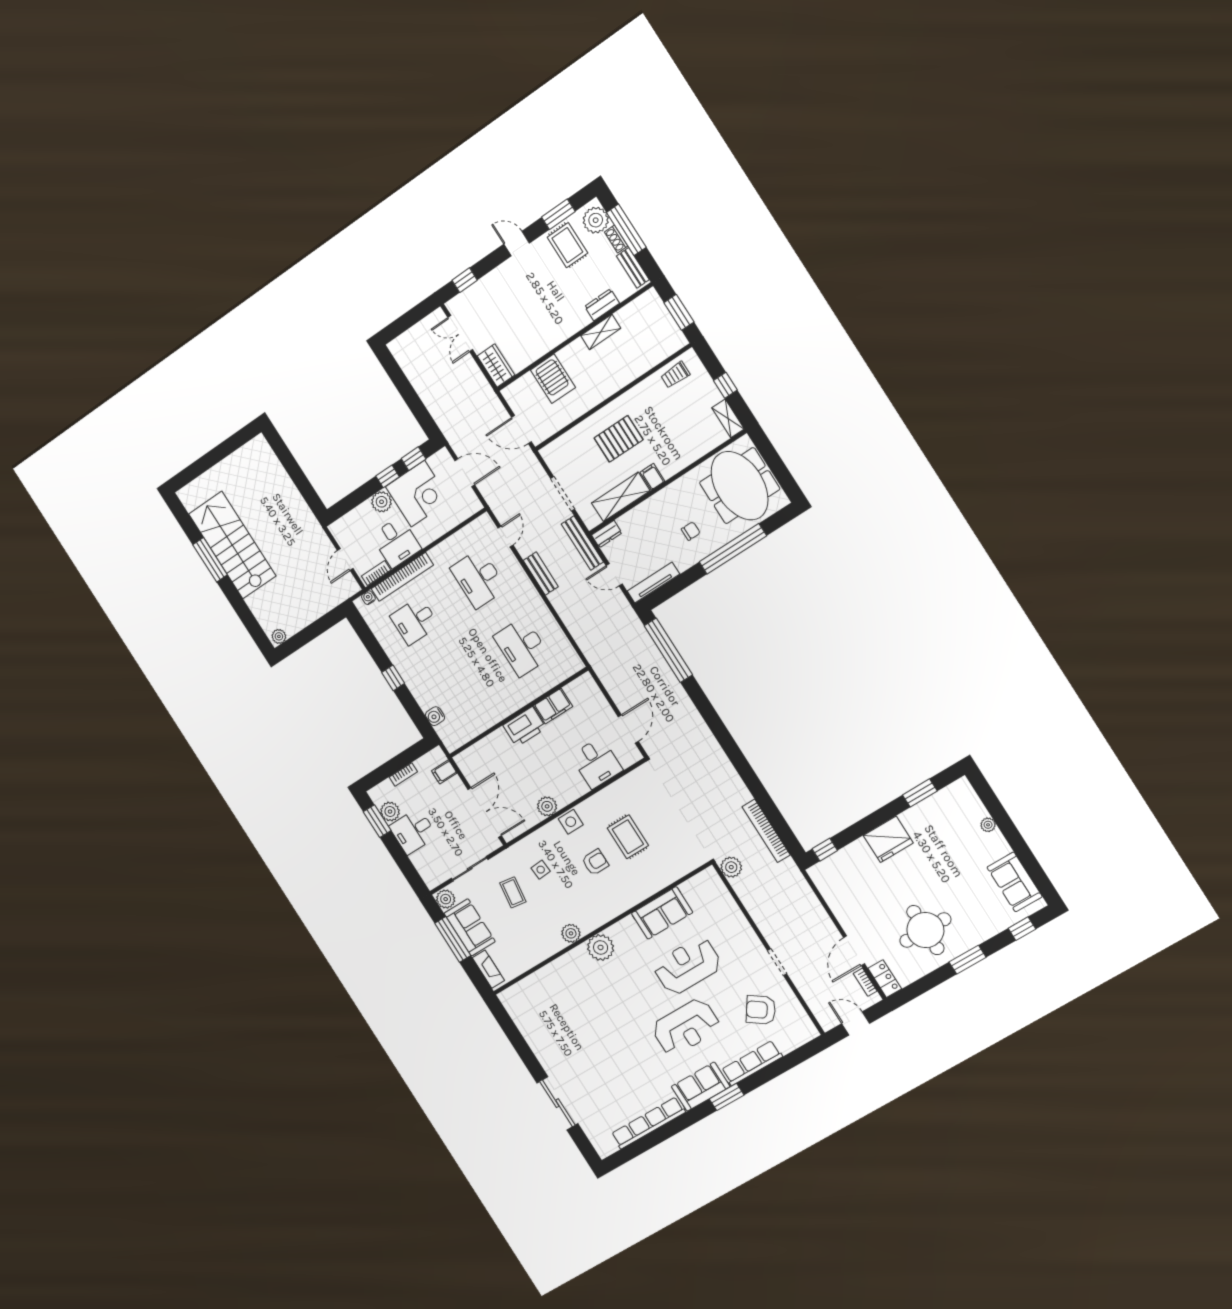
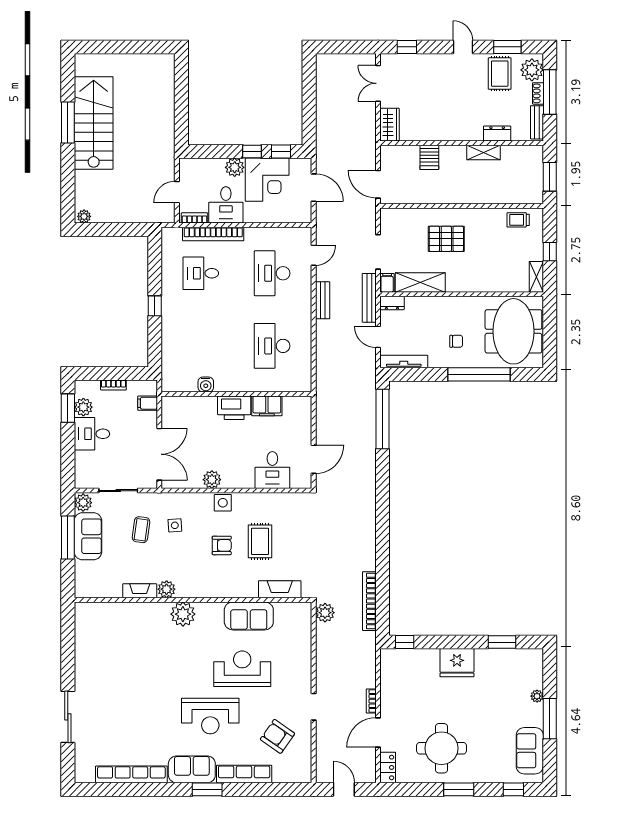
server rack: (553, 379) -> (429, 157), width x0.73, depth x0.70
filing cabinet: (652, 477) -> (387, 283), moved
water cooler: (368, 598) -> (176, 233), removed
water cooler: (435, 716) -> (206, 385), moved, turned -90
window: (1015, 839) -> (550, 719), added
fireplace: (675, 871) -> (280, 589), added
fireplace: (488, 969) -> (140, 591), moved, turned -90
bookcase: (865, 982) -> (371, 701), moved

